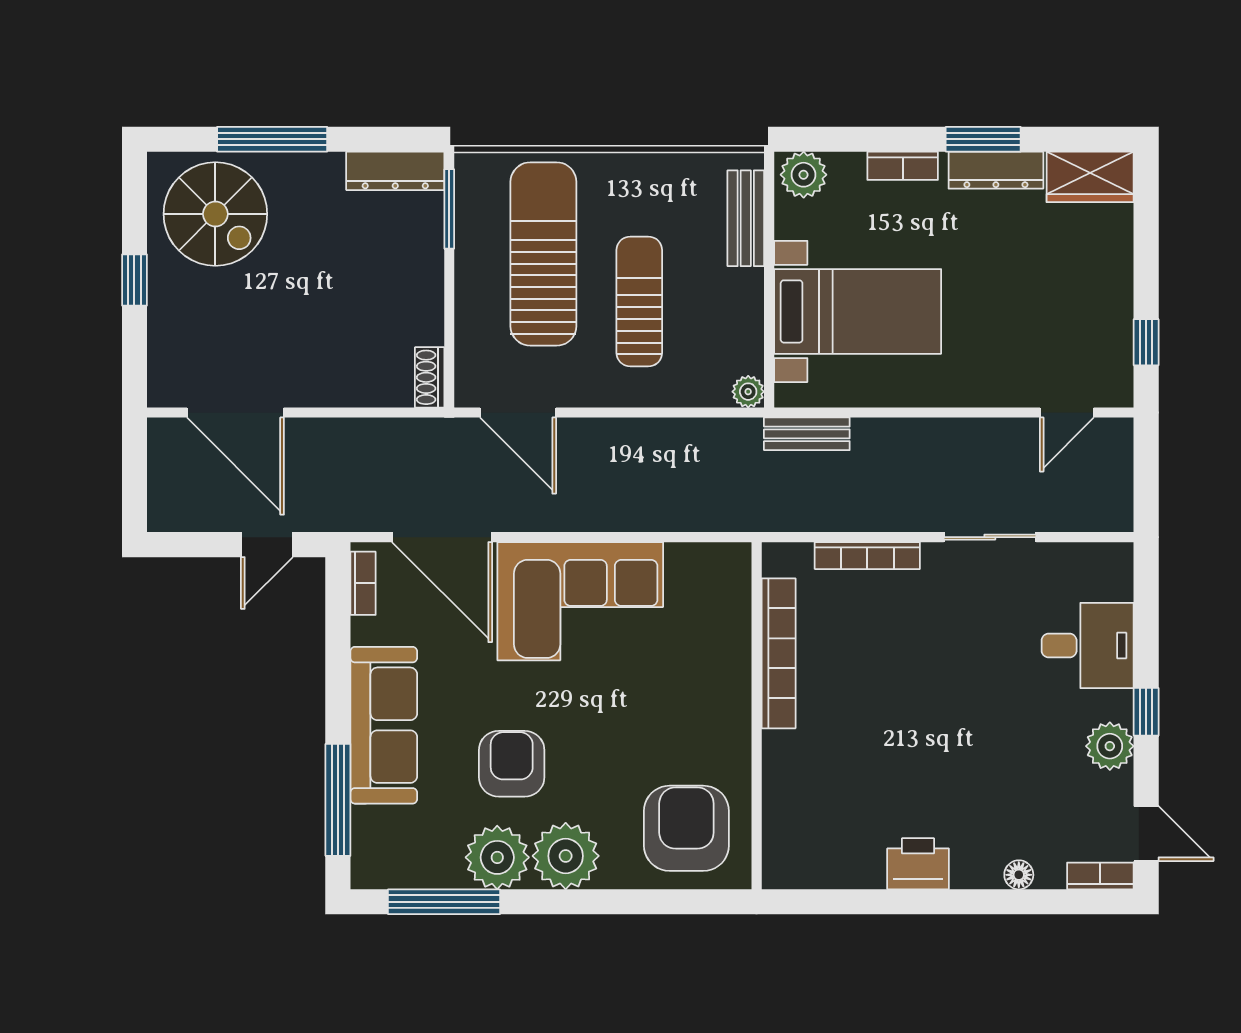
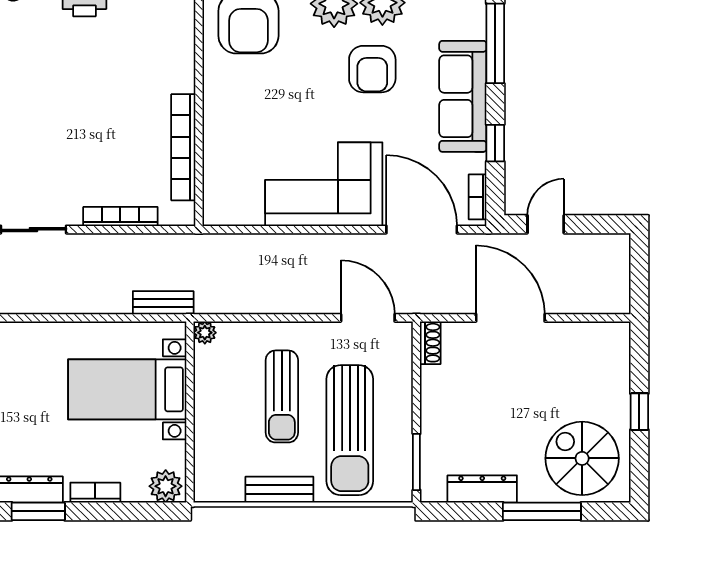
dresser: (395, 171) -> (482, 489), moved
bench: (746, 218) -> (279, 490), moved, turned 90
door: (235, 412) -> (510, 318), moved
window: (338, 659) -> (495, 143), added

